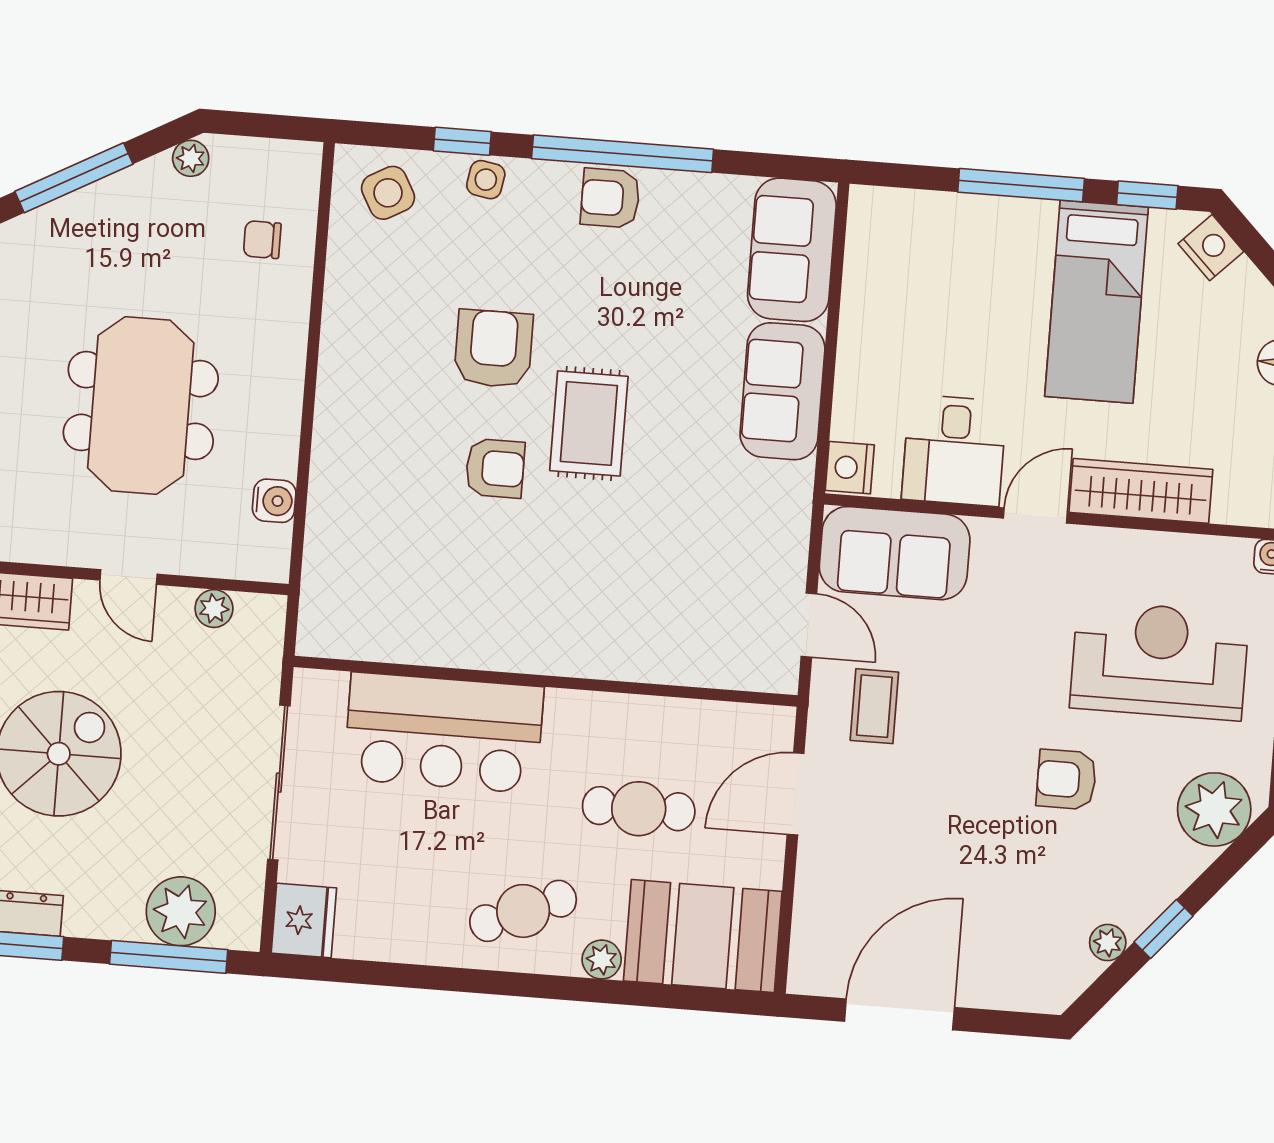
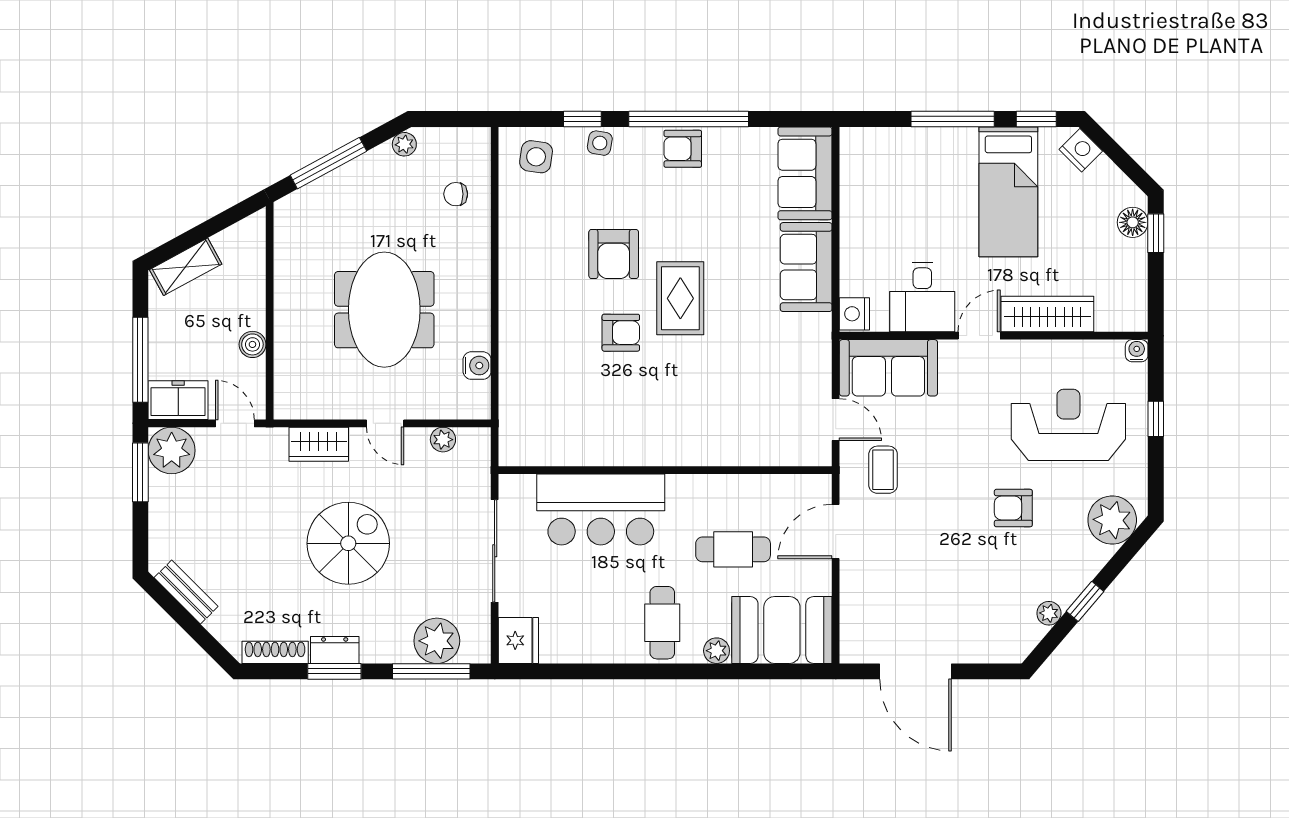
side table: (388, 193) -> (536, 157), turned 37
armchair: (494, 349) -> (614, 254), turned 180
cafe table: (523, 911) -> (662, 623), turned -67
door: (899, 1014) -> (916, 671), swing flipped

